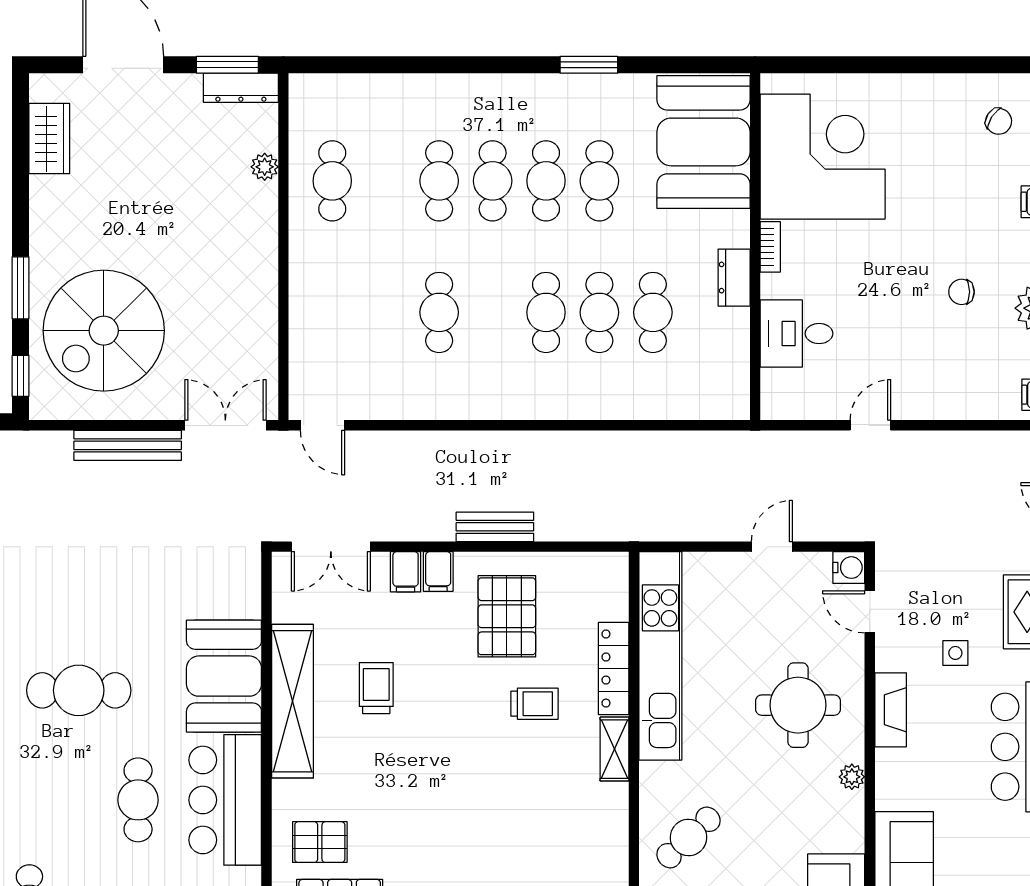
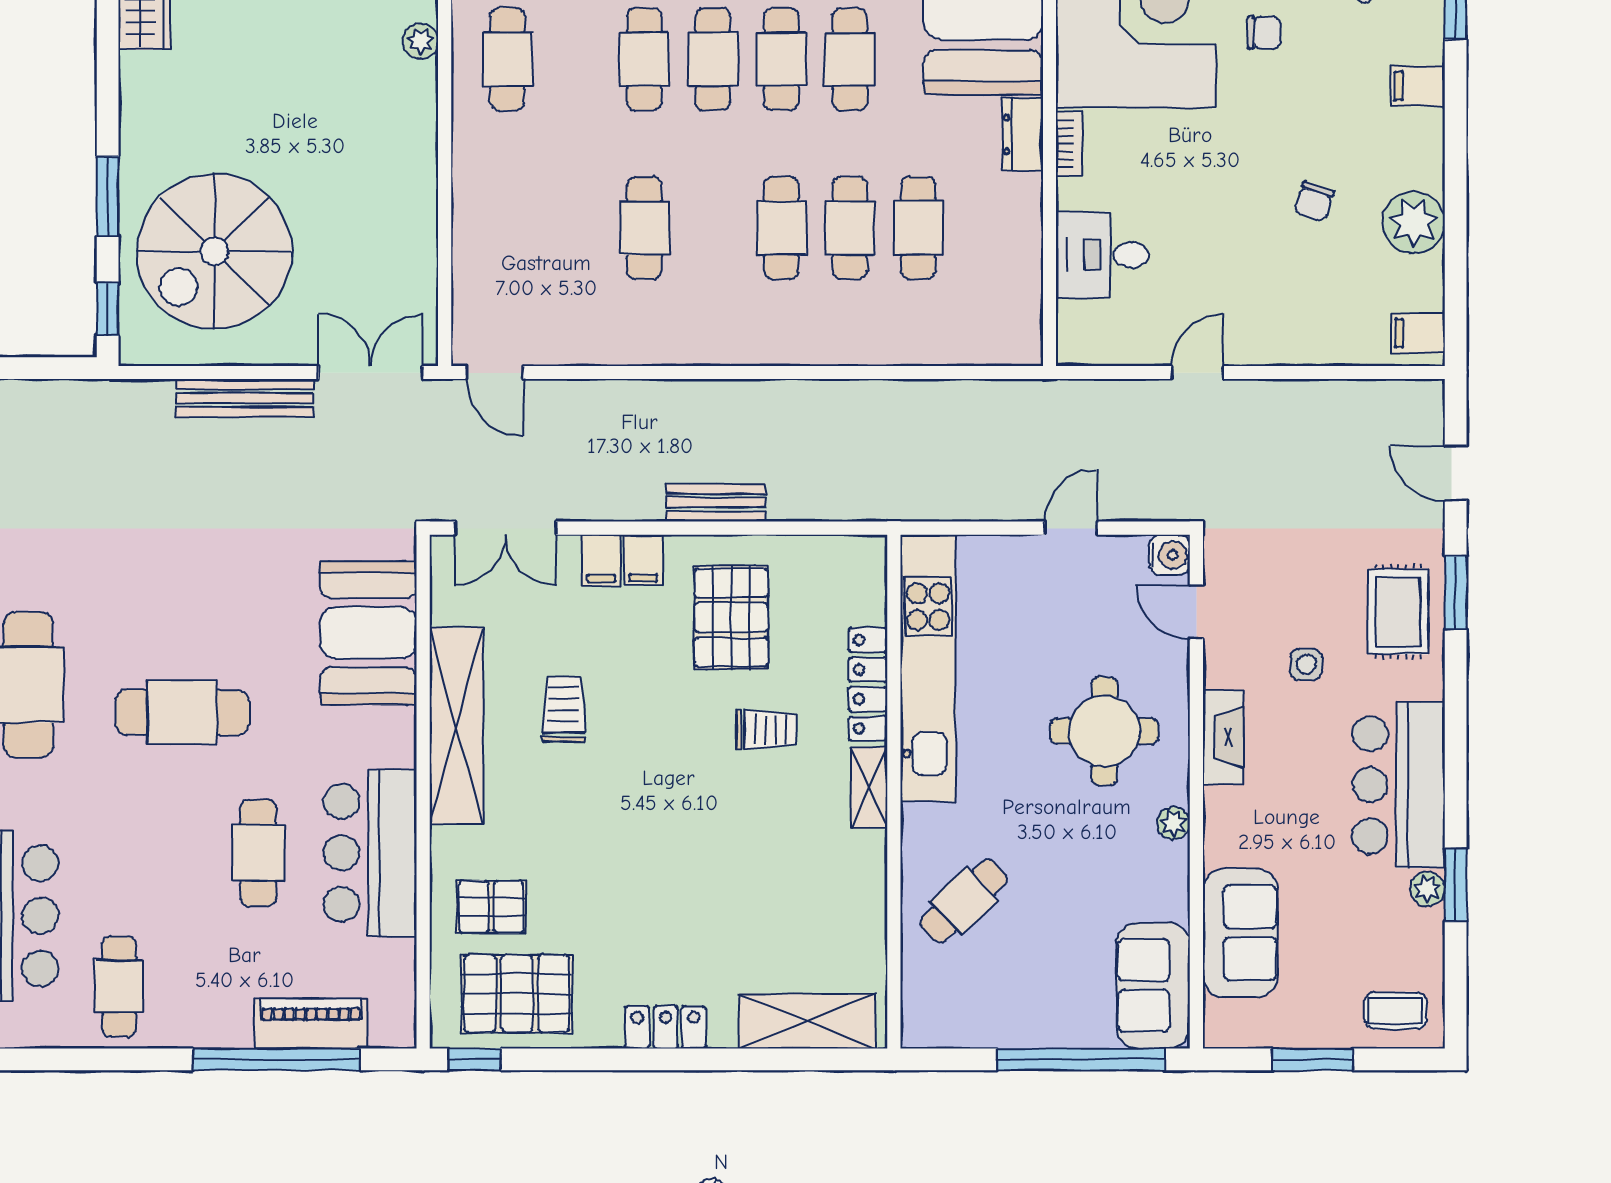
chair: (922, 160) -> (1264, 33), added
dresser: (734, 278) -> (1022, 135), moved
chair: (962, 292) -> (1314, 201), turned -71
booth: (224, 676) -> (368, 633), moved

